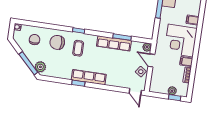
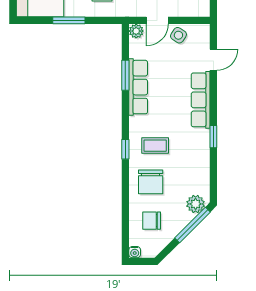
row of seats: (89, 77) -> (201, 100), moved
door: (135, 92) -> (213, 60), moved

